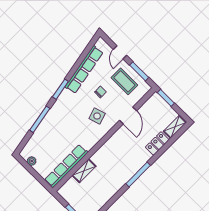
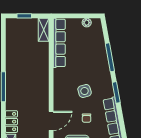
door: (128, 115) -> (51, 121), swing flipped
side table: (97, 116) -> (85, 91), moved
shelving: (84, 171) -> (44, 30), moved

